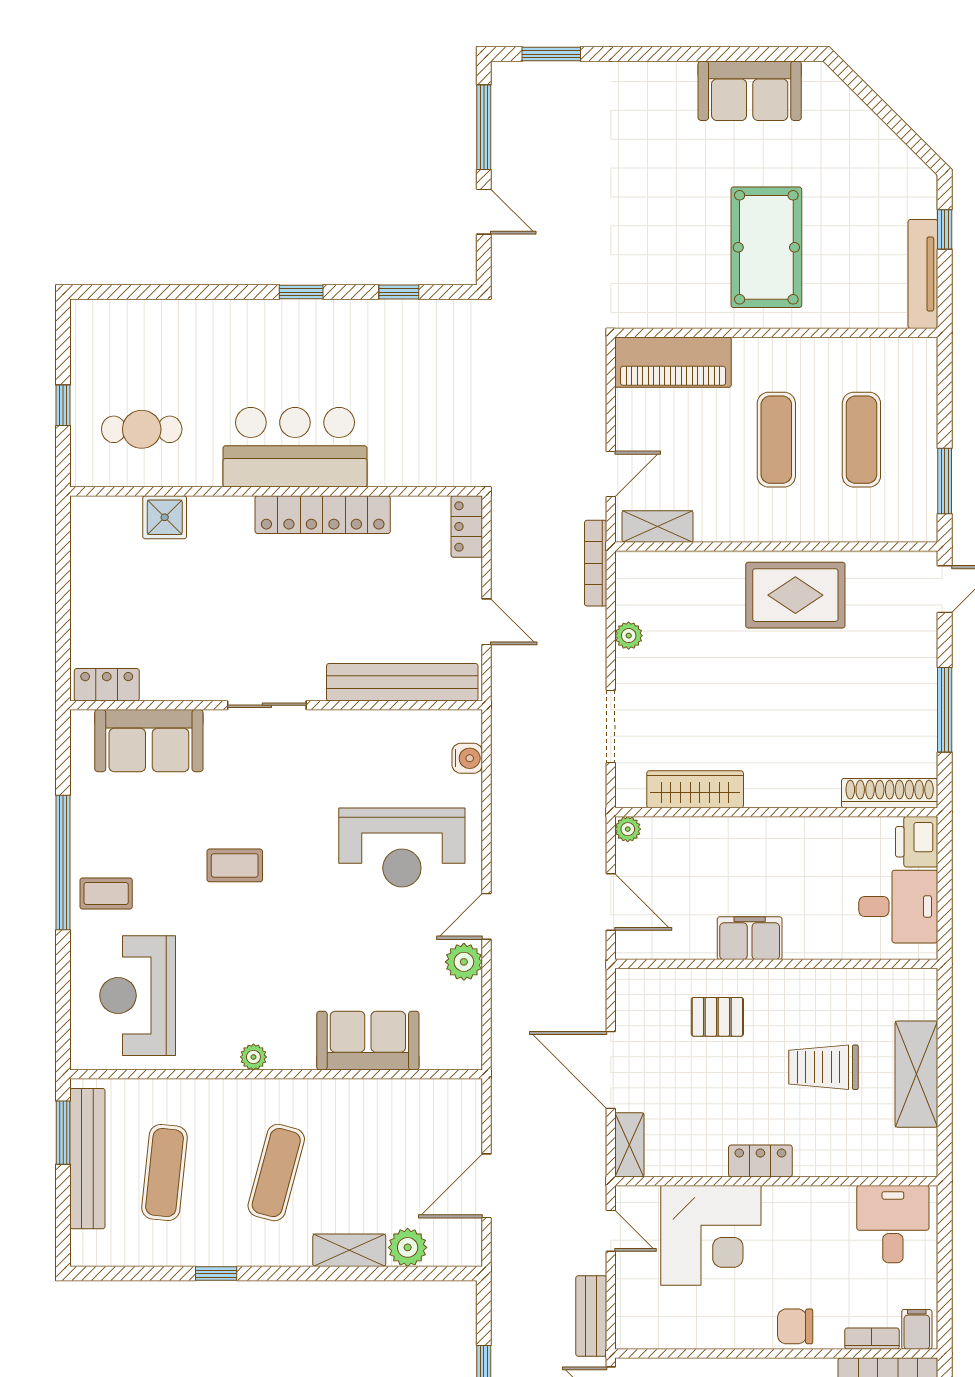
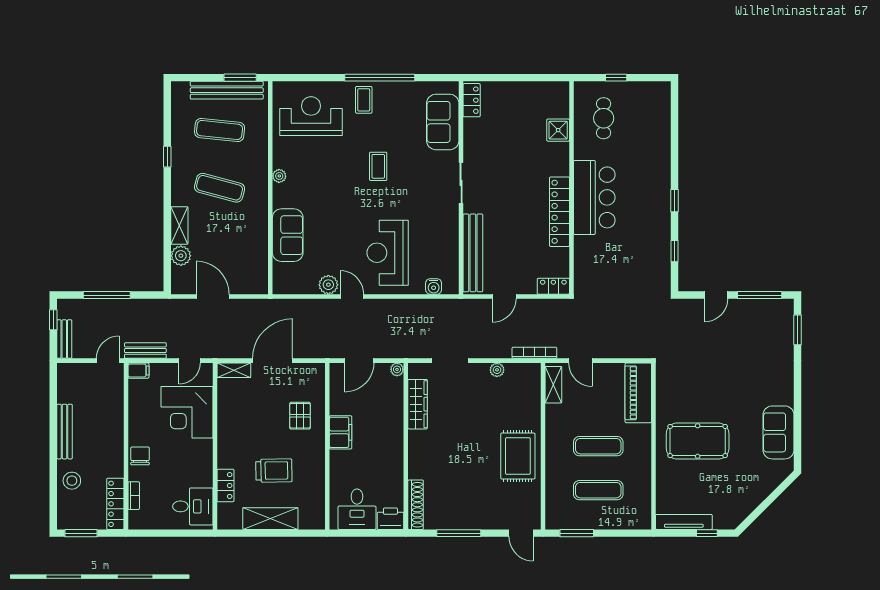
trolley: (824, 1067) -> (274, 471), turned 89
locker: (760, 1161) -> (225, 485), moved
filing cabinet: (917, 1329) -> (138, 371), moved

